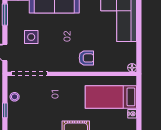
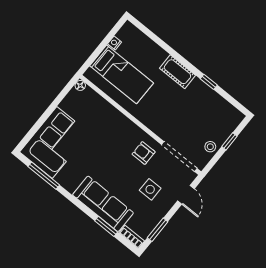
armchair: (86, 58) -> (144, 153), moved

